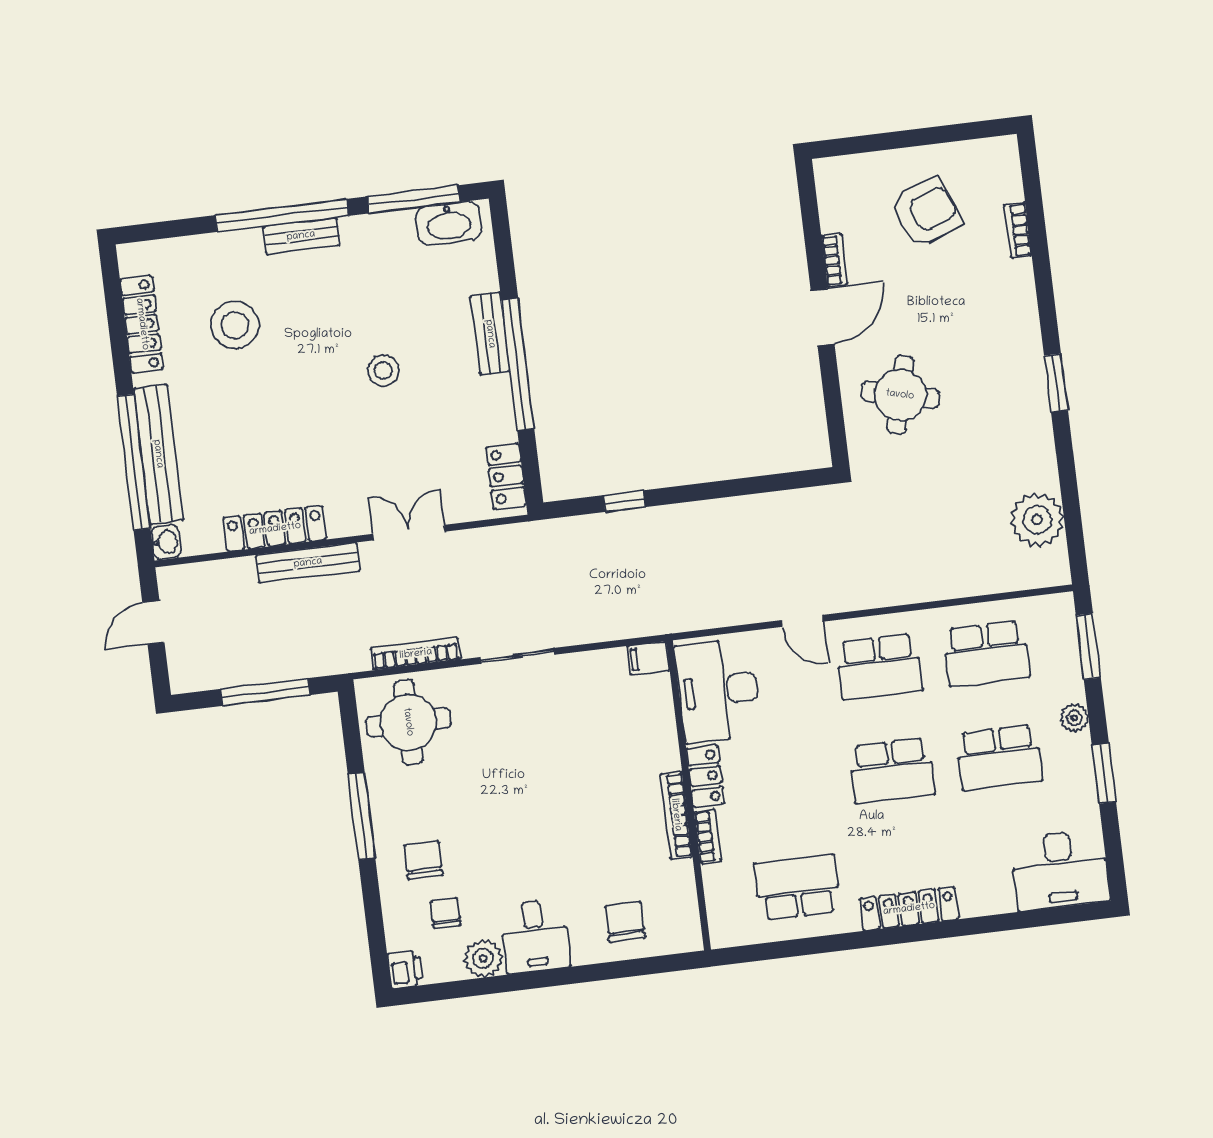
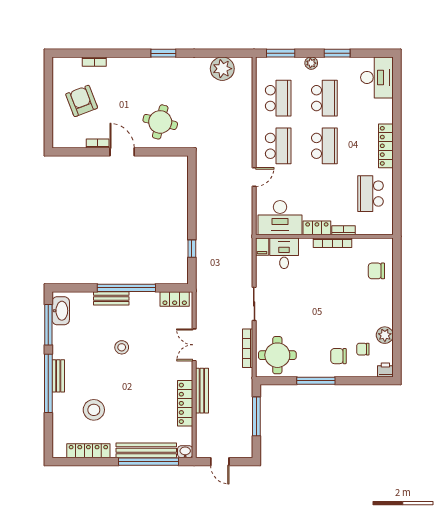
desk: (535, 936) -> (284, 253), moved, turned -90

